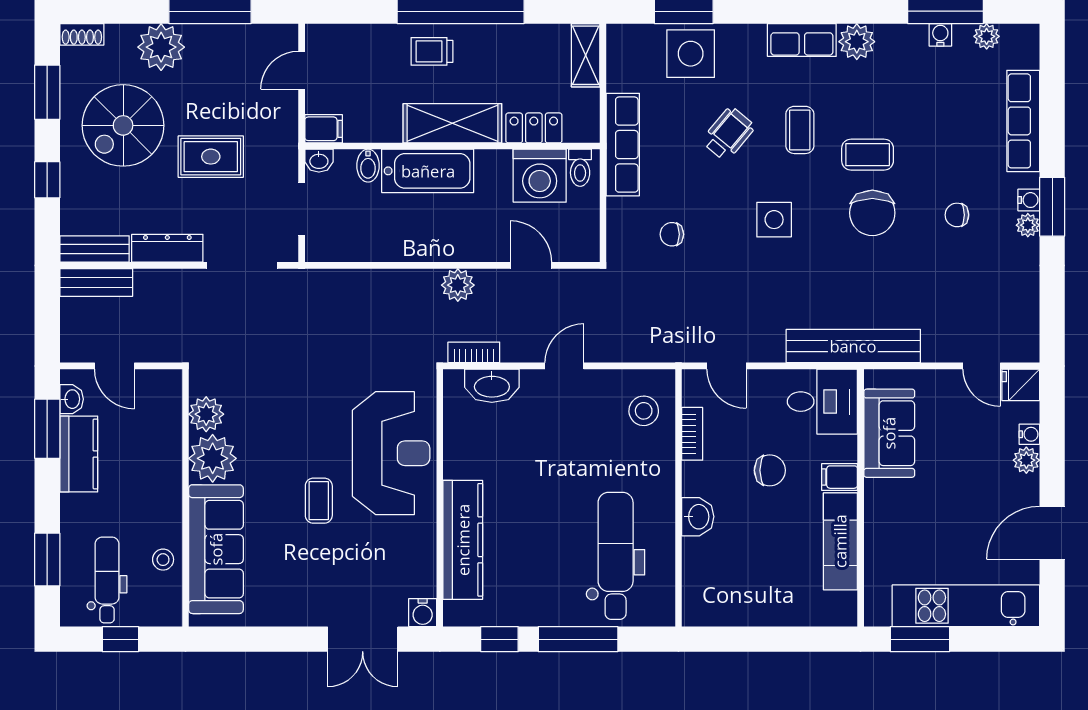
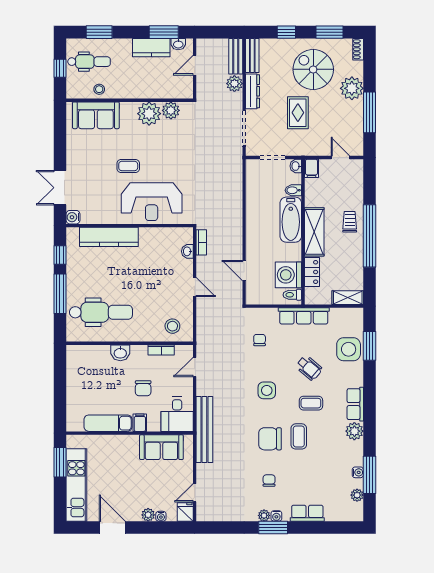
row of seats: (1023, 121) -> (307, 513), width x0.68
door: (531, 265) -> (244, 271), swing flipped
plant: (458, 285) -> (234, 84), moved
washbasin: (492, 386) -> (187, 251), width x0.52, depth x0.69
sofa: (216, 549) -> (96, 115), width x0.73

